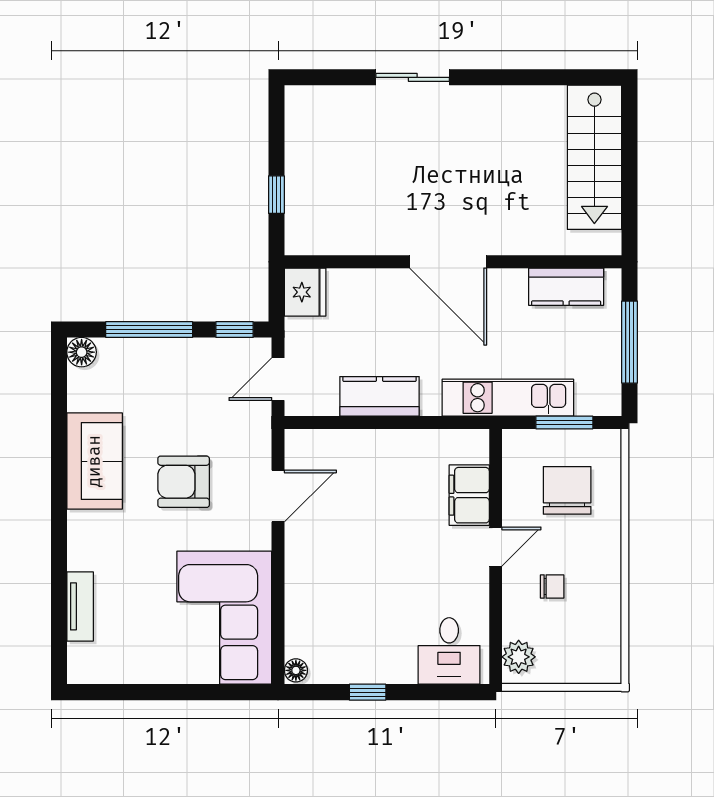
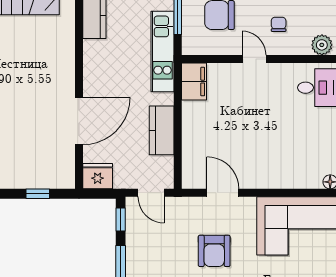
door: (448, 262) -> (79, 121), moved
filing cabinet: (469, 495) -> (194, 82), moved, turned -90

